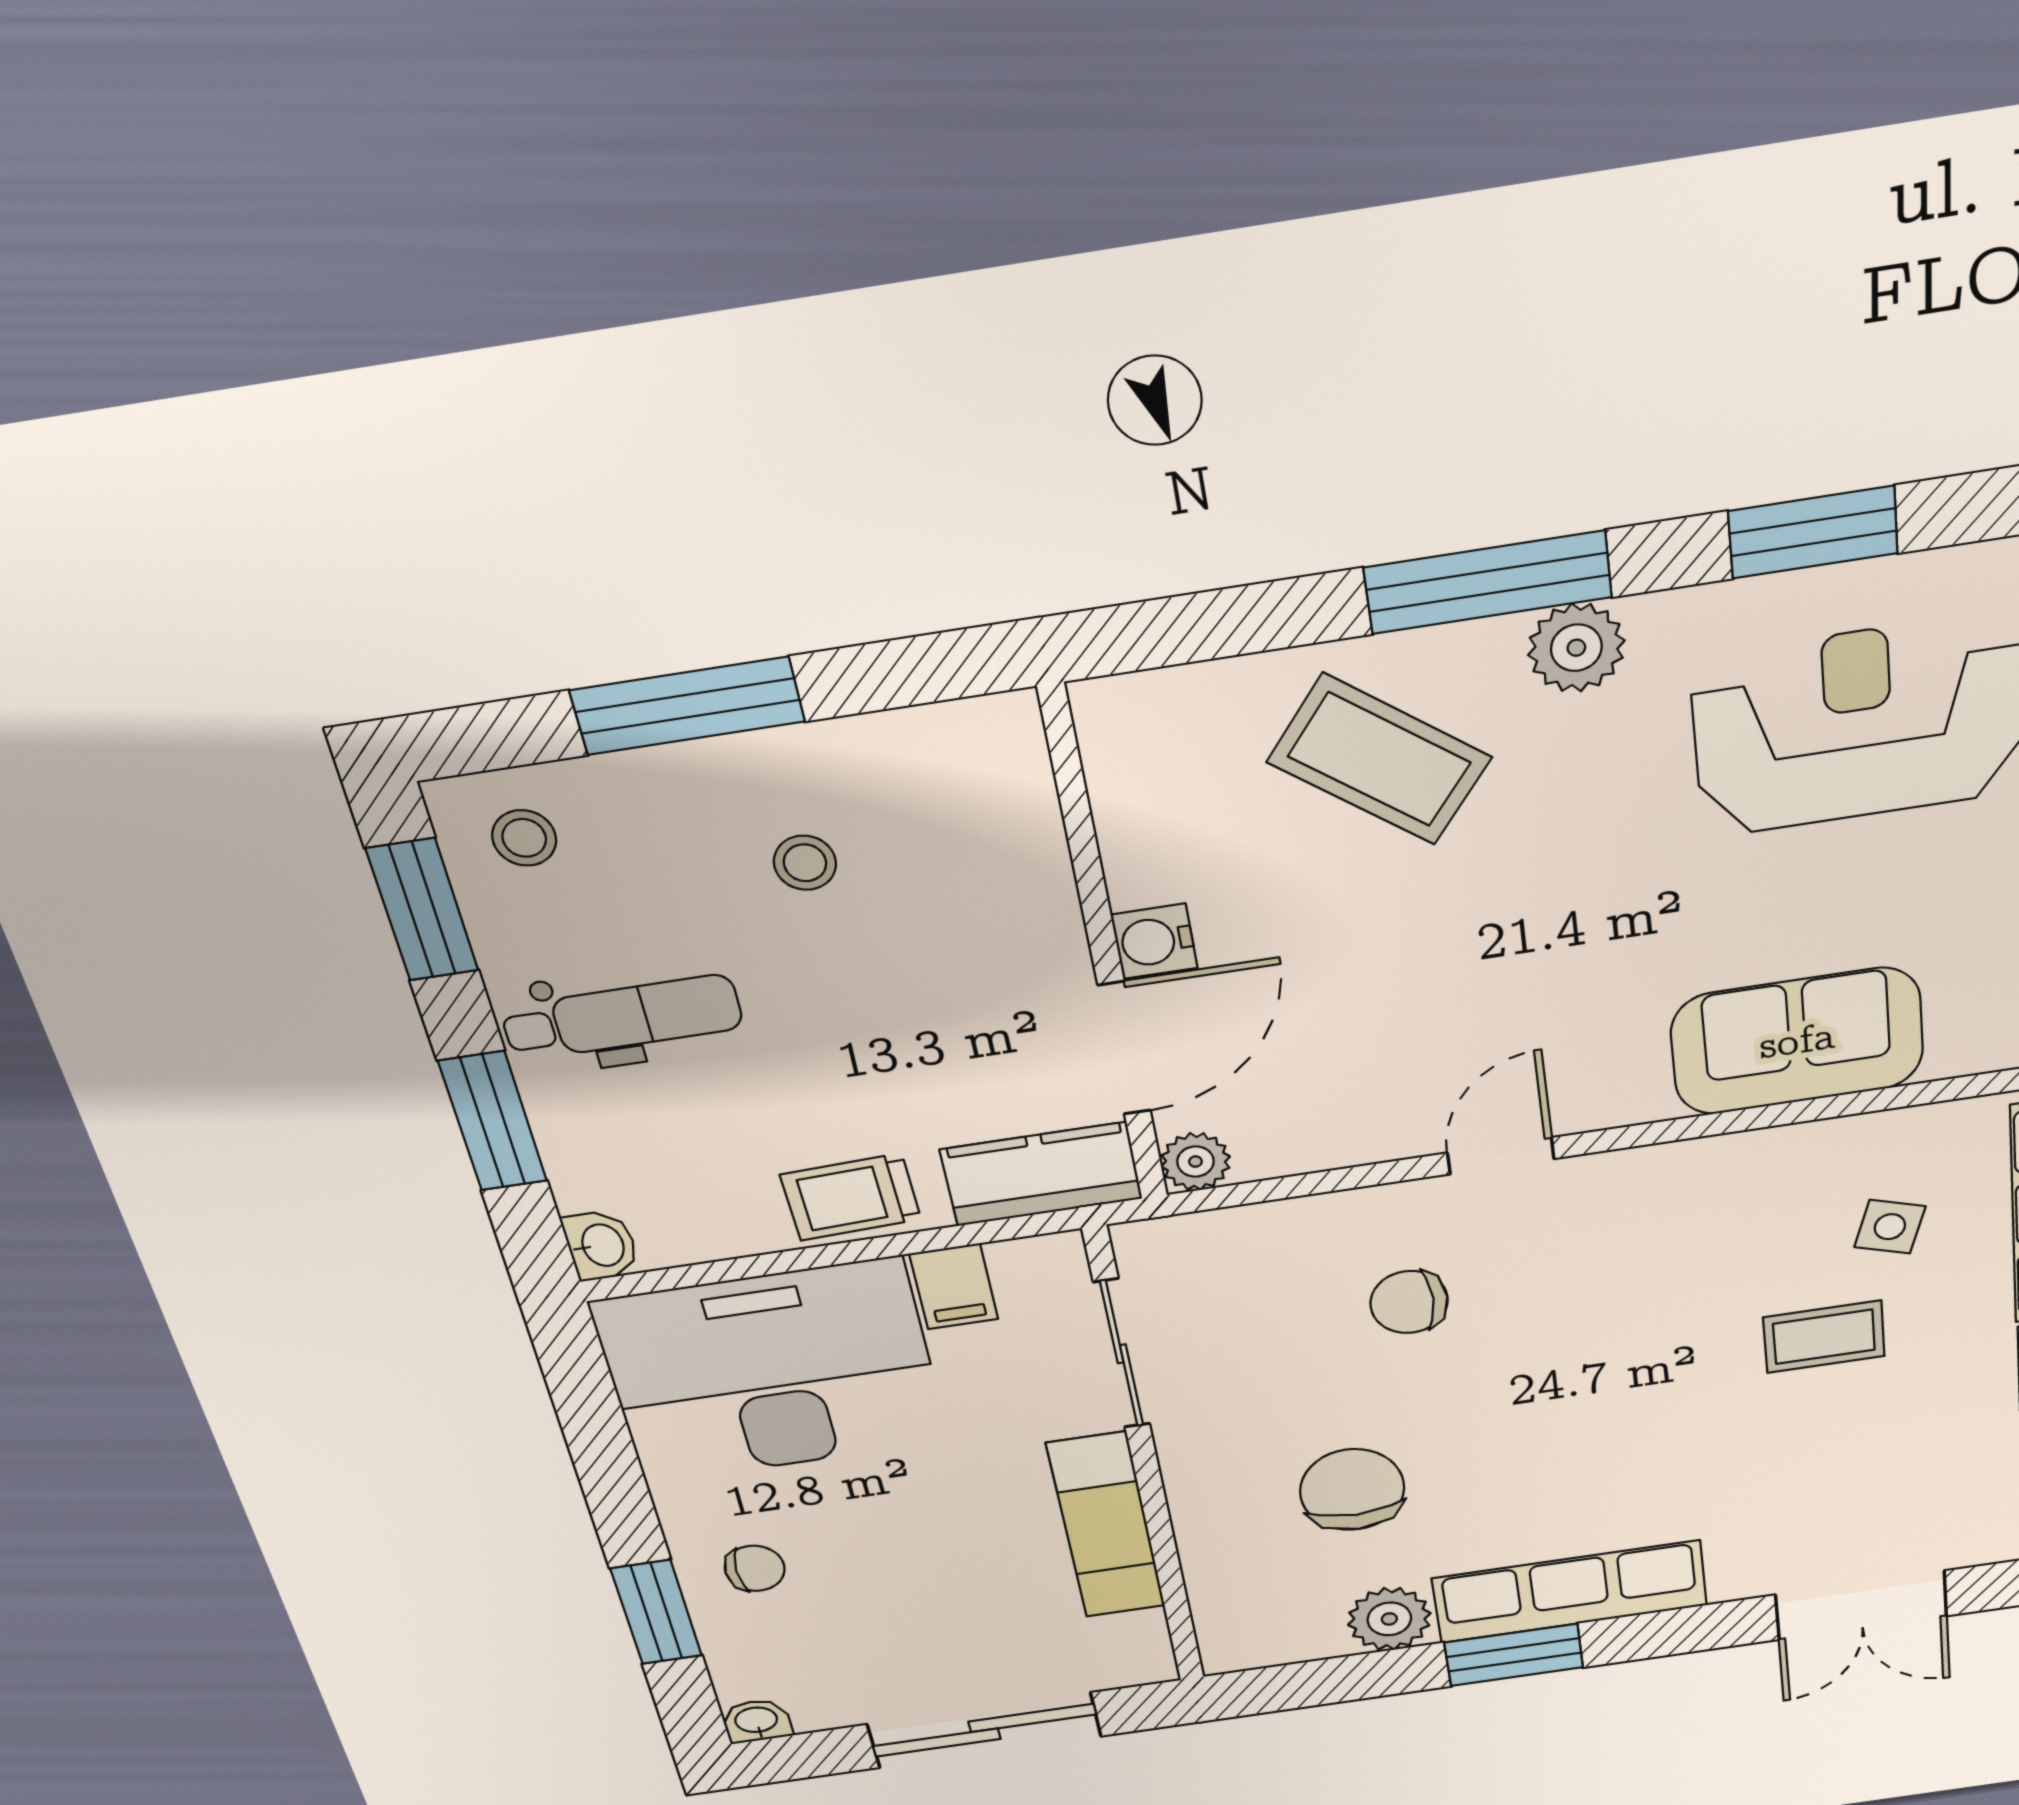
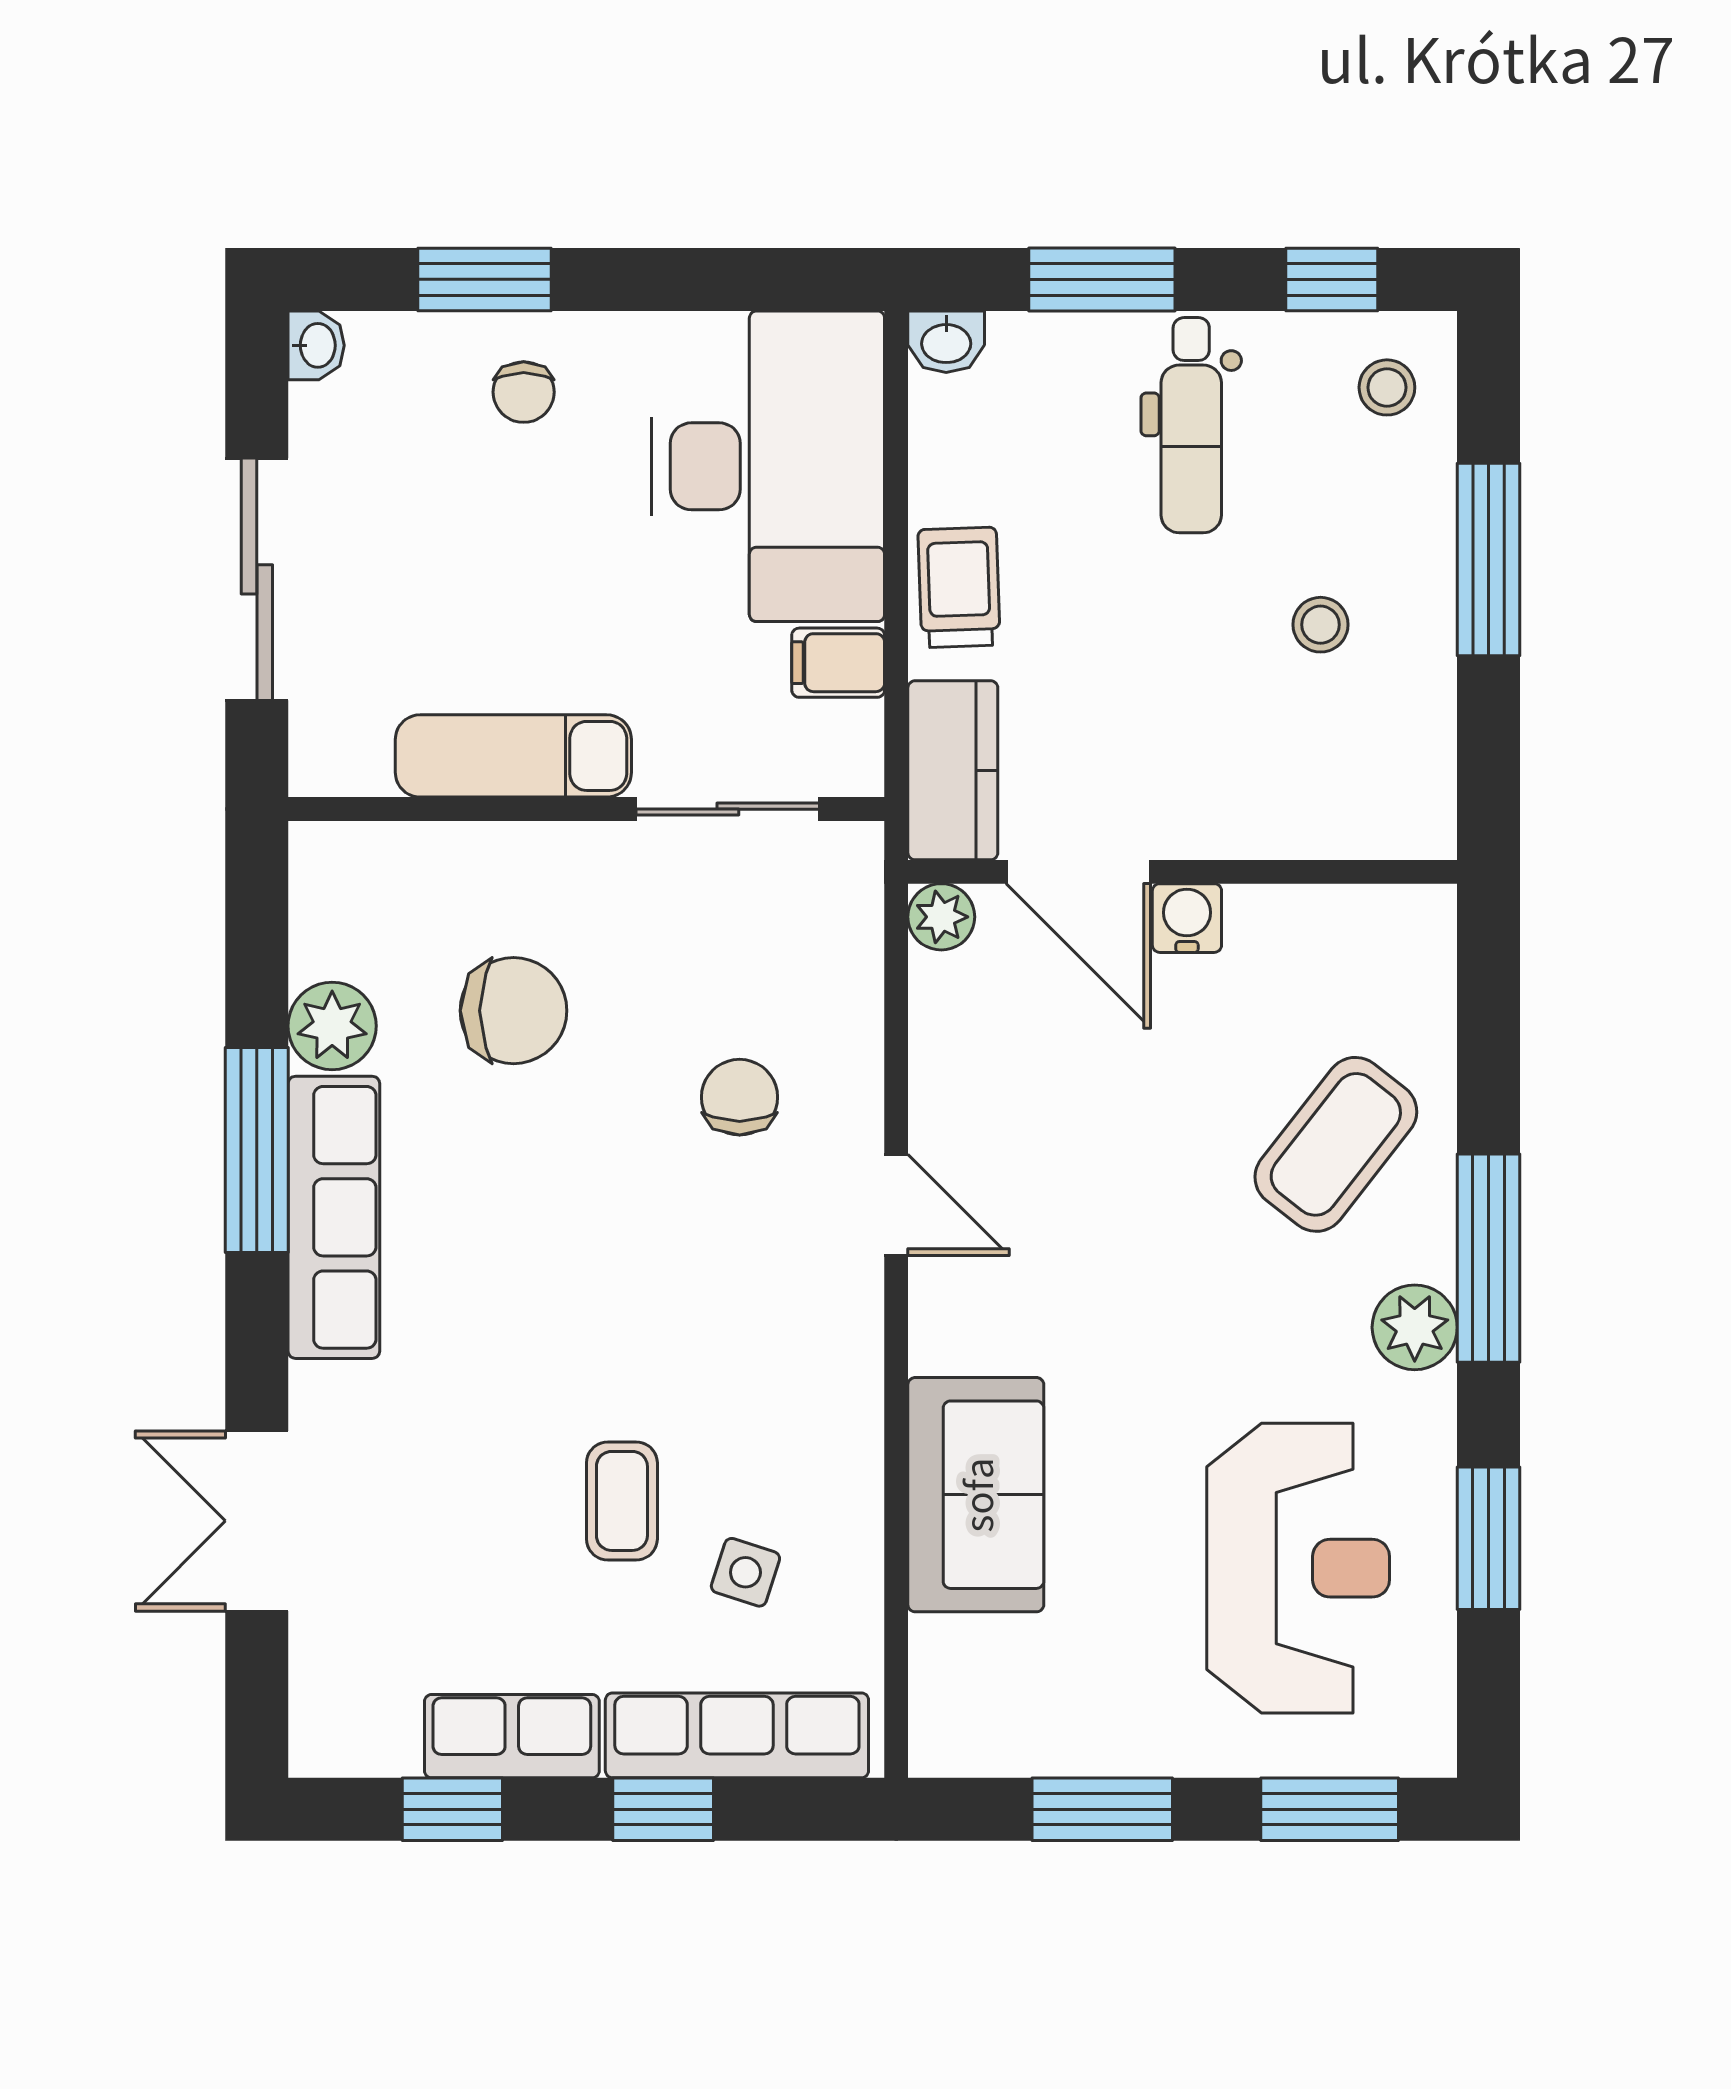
window: (422, 910) -> (1332, 279), width x0.67
window: (1514, 1655) -> (257, 1150), width x1.44

